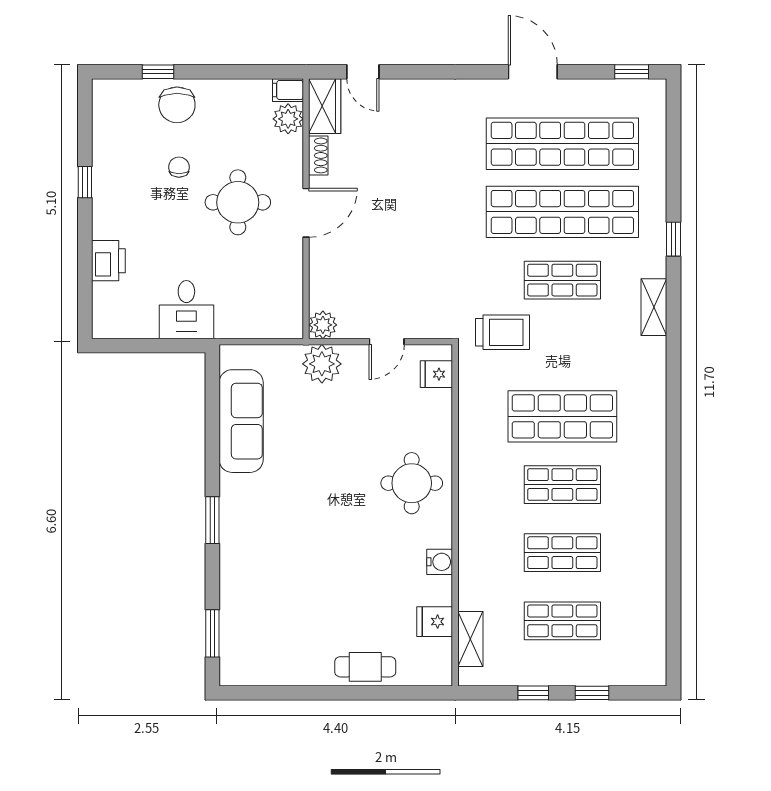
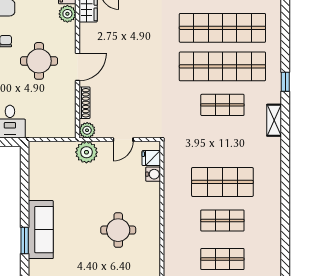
shoe rack: (318, 155) -> (84, 103), moved, width x1.43
trolley: (503, 332) -> (189, 134), removed
sofa: (241, 421) -> (41, 230), moved
round table: (412, 483) -> (118, 230), moved
water cooler: (440, 562) -> (153, 174), moved

